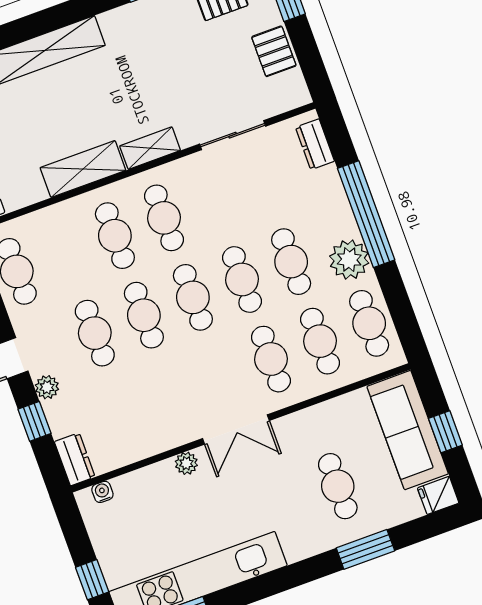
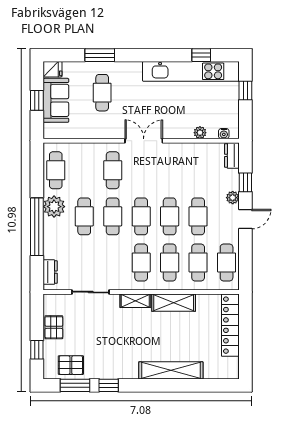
cafe table: (320, 341) -> (198, 262), moved
sofa: (408, 430) -> (56, 100), width x0.73
plant: (186, 463) -> (200, 133), moved

